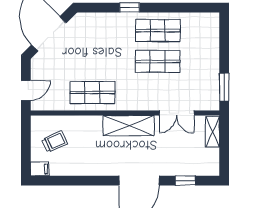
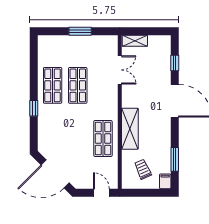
window: (224, 87) -> (80, 31), moved
shelving: (129, 126) -> (130, 129), moved
window: (67, 181) -> (175, 159), added

